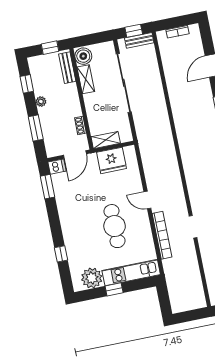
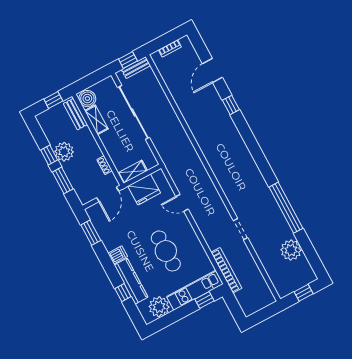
window: (27, 84) -> (49, 155), moved
plant: (41, 102) -> (64, 152), width x1.88, depth x1.88
dishwasher: (57, 167) -> (118, 255), moved
door: (147, 200) -> (182, 203), moved
bookcase: (162, 235) -> (226, 270), moved
kitchen counter: (72, 245) -> (131, 281), added
window: (114, 289) -> (204, 300), moved

